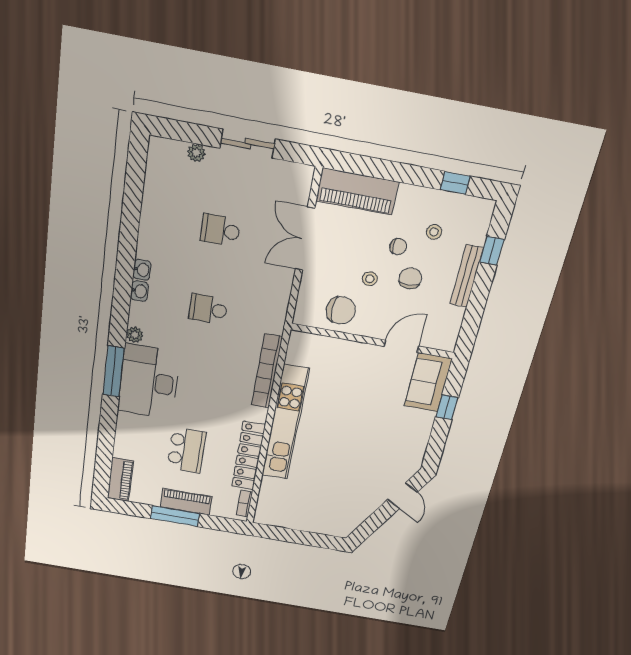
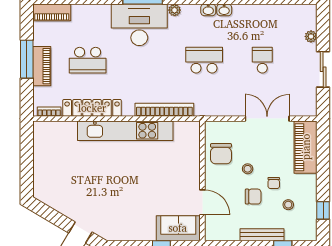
school desk: (208, 309) -> (204, 60), width x1.85

